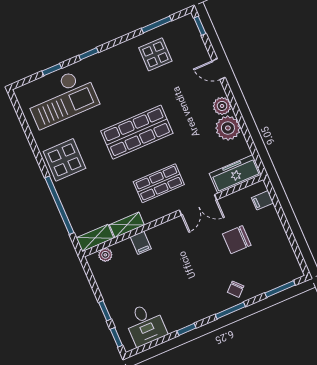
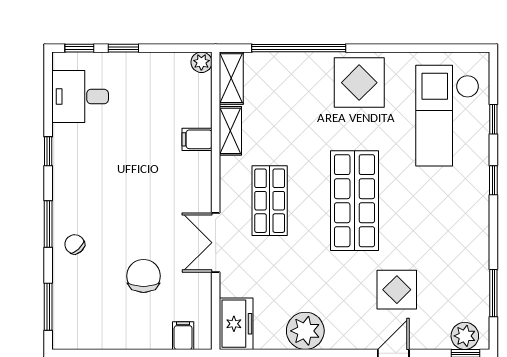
display table: (155, 54) -> (397, 290), moved
plant: (222, 106) -> (465, 336), moved
freezer: (235, 174) -> (236, 324), width x0.71
plant: (105, 255) -> (201, 62), moved

